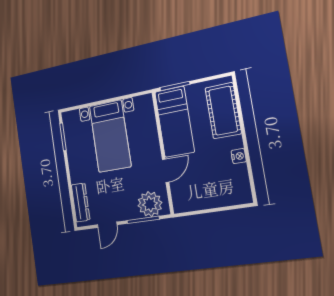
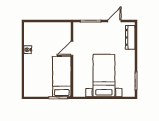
cot: (223, 111) -> (32, 77), removed
plant: (150, 204) -> (85, 30), removed

